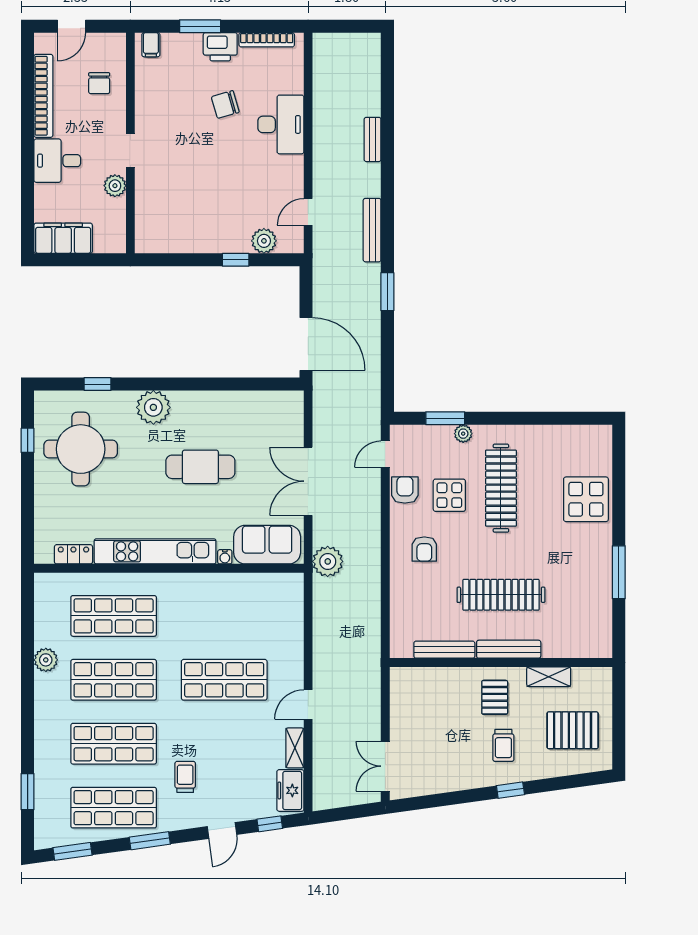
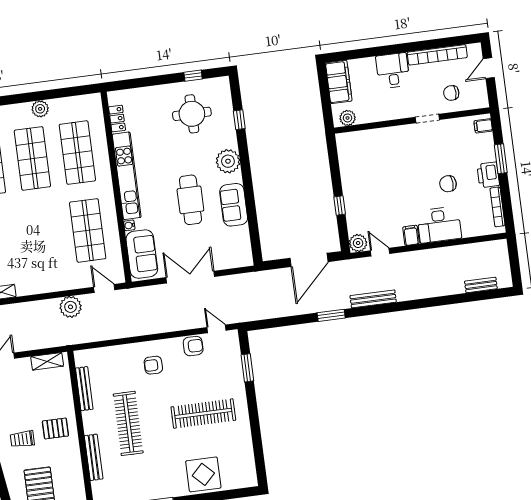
door: (71, 26) -> (489, 68), hinge flipped
chair: (225, 104) -> (448, 184), turned -77
bench: (373, 139) -> (481, 285), moved
doorway: (130, 151) -> (427, 118), moved
filing cabinet: (290, 166) -> (411, 235), added
plant: (115, 186) -> (348, 118), moved
plant: (264, 241) -> (358, 243), moved
door: (306, 344) -> (309, 260), moved
sofa: (215, 407) -> (234, 205), added
plant: (463, 434) -> (238, 382), removed
round table: (81, 449) -> (192, 114), width x0.73, depth x0.73
display table: (449, 495) -> (194, 378), removed
plant: (328, 561) -> (71, 307), moved
bench: (509, 649) -> (94, 457), moved
shelving: (549, 677) -> (47, 361), moved, turned 90
shop shelf: (224, 680) -> (88, 230), moved
door: (308, 704) -> (104, 288), moved

